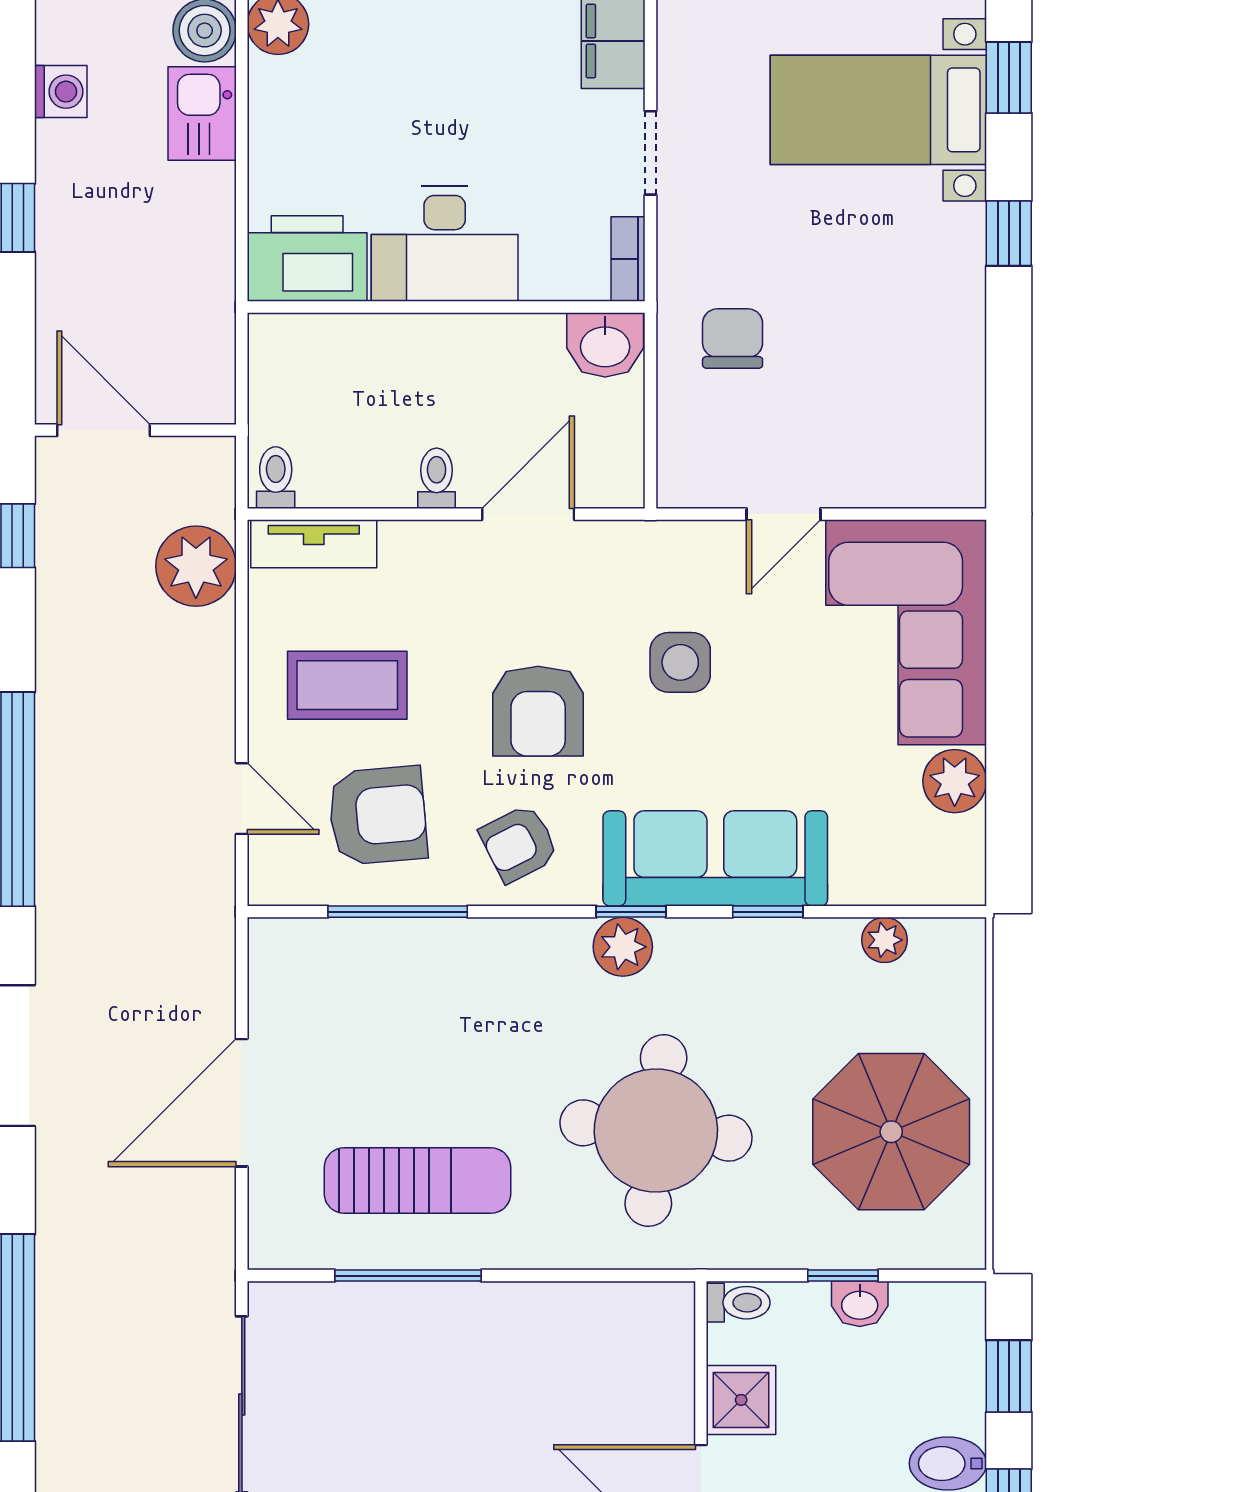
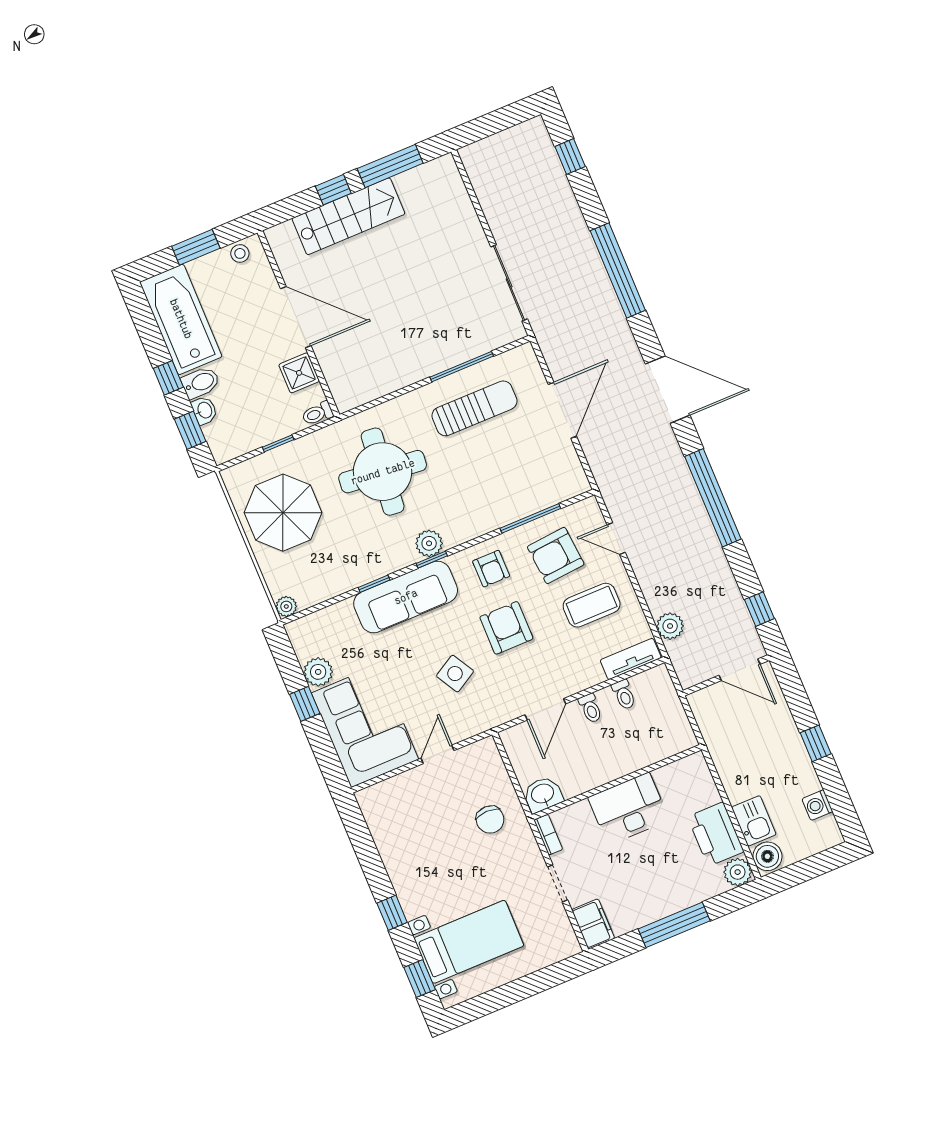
printer: (307, 258) -> (716, 834), moved, turned 90
toilet: (276, 478) -> (624, 695), moved
plant: (196, 566) -> (670, 626), width x0.73, depth x0.73
side table: (680, 662) -> (455, 674), turned -30
window: (1009, 728) -> (305, 704), added
armchair: (519, 843) -> (491, 569), turned 117
plant: (885, 940) -> (286, 606), moved
sun lounger: (417, 1180) -> (474, 408), turned 180
washbasin: (860, 1304) -> (204, 410), moved, turned 90

